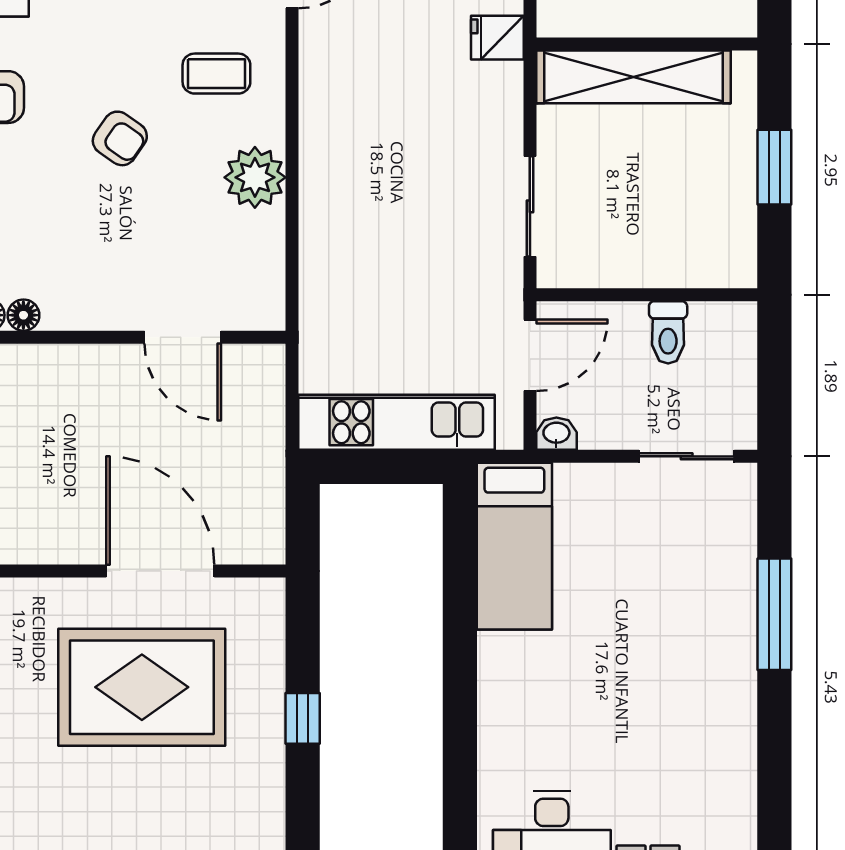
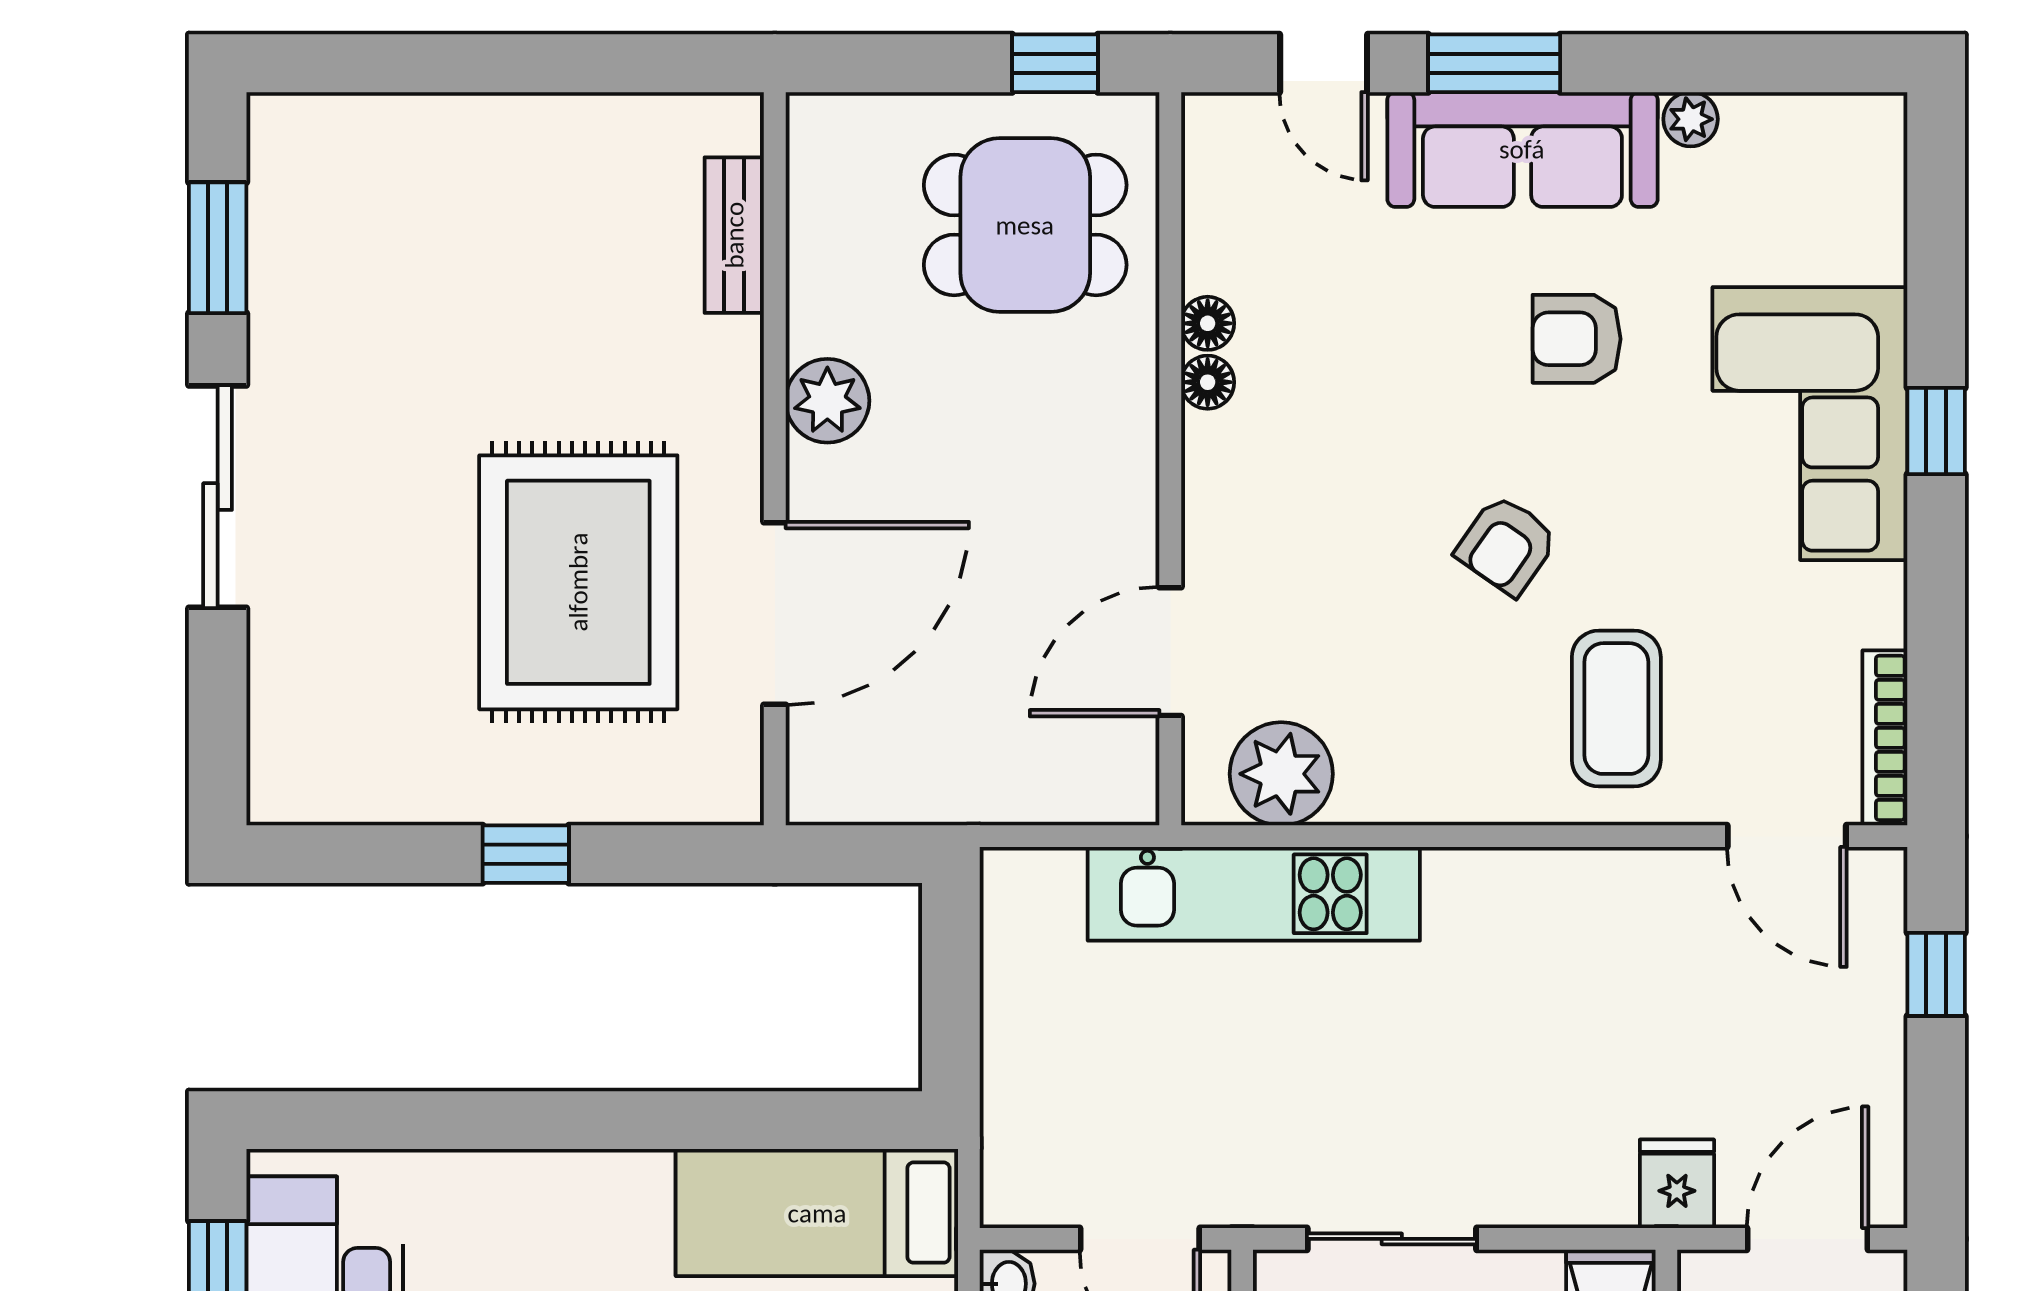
coffee table: (216, 74) -> (1616, 709), width x1.36, depth x1.30
plant: (255, 177) -> (1281, 774), moved
kitchen unit: (396, 422) -> (1254, 894), moved, turned 90
plant: (34, 540) -> (827, 401), added

